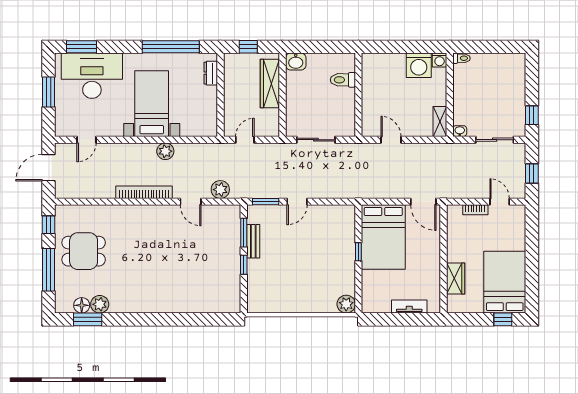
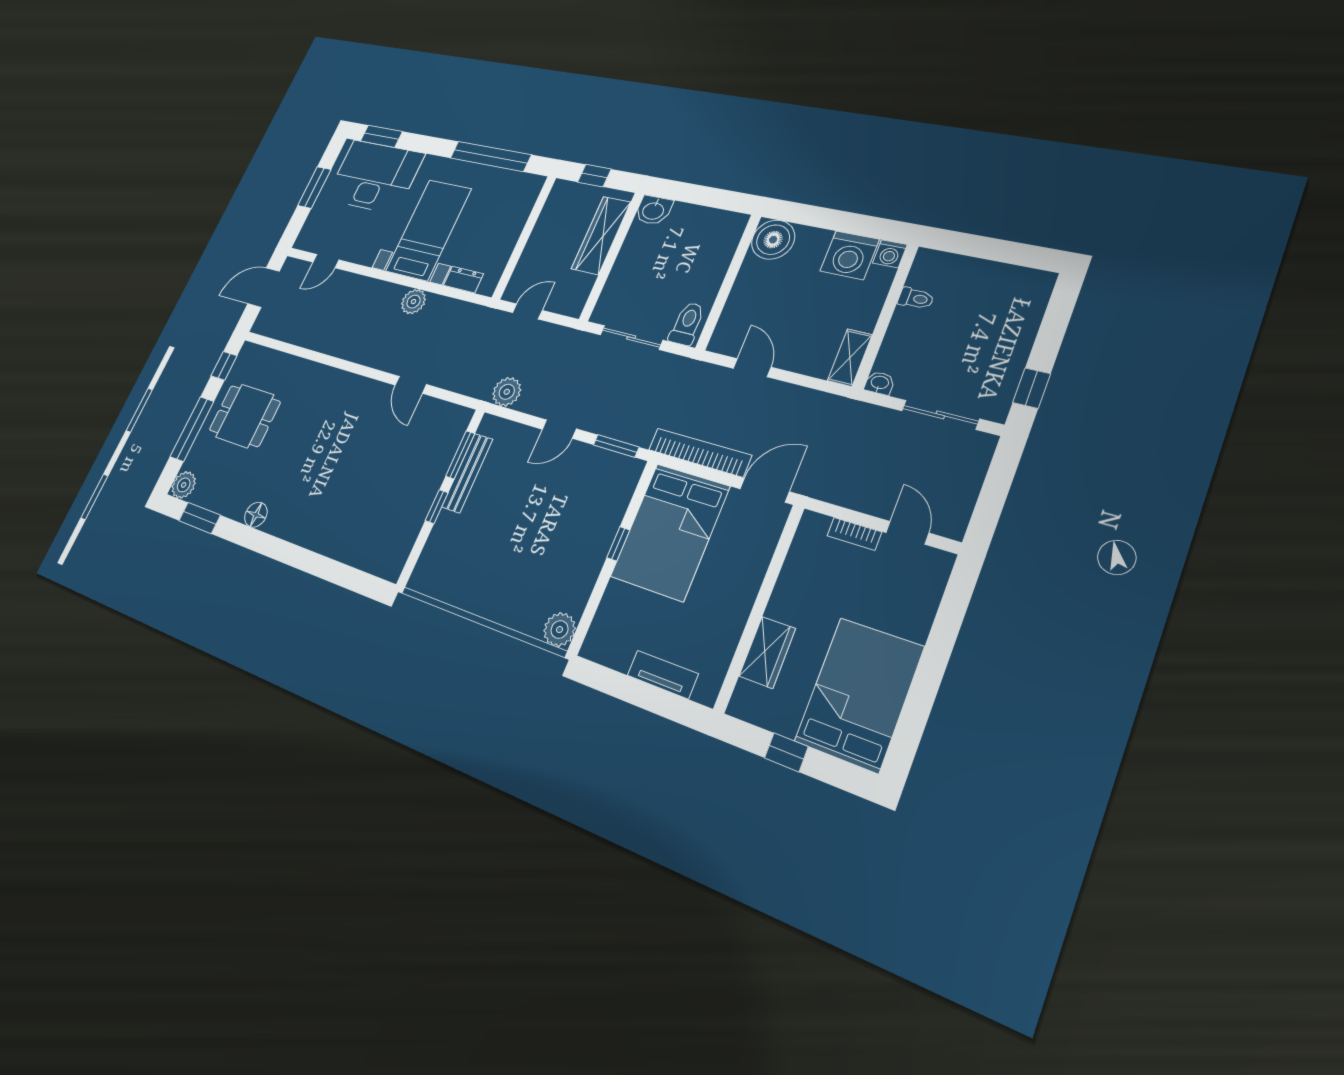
toilet: (461, 58) -> (916, 298), moved
boiler: (374, 65) -> (773, 240), added
dresser: (211, 73) -> (463, 280), moved, turned 90
toilet: (343, 80) -> (687, 324), moved, turned 90
window: (532, 173) -> (992, 498), removed
plant: (220, 190) -> (507, 392), moved
bookcase: (144, 192) -> (700, 453), moved
window: (266, 202) -> (616, 446), moved
door: (423, 202) -> (765, 490), swing flipped
bench: (253, 241) -> (467, 473), width x1.36
plant: (100, 304) -> (184, 485), moved
floor lamp: (82, 305) -> (256, 515), moved
window: (503, 319) -> (786, 752), moved

